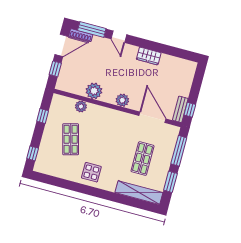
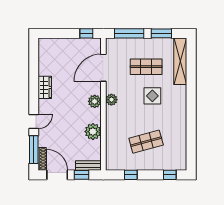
plant: (81, 106) -> (111, 100), moved
bench: (180, 109) -> (88, 166), moved
display table: (91, 172) -> (152, 96), moved

